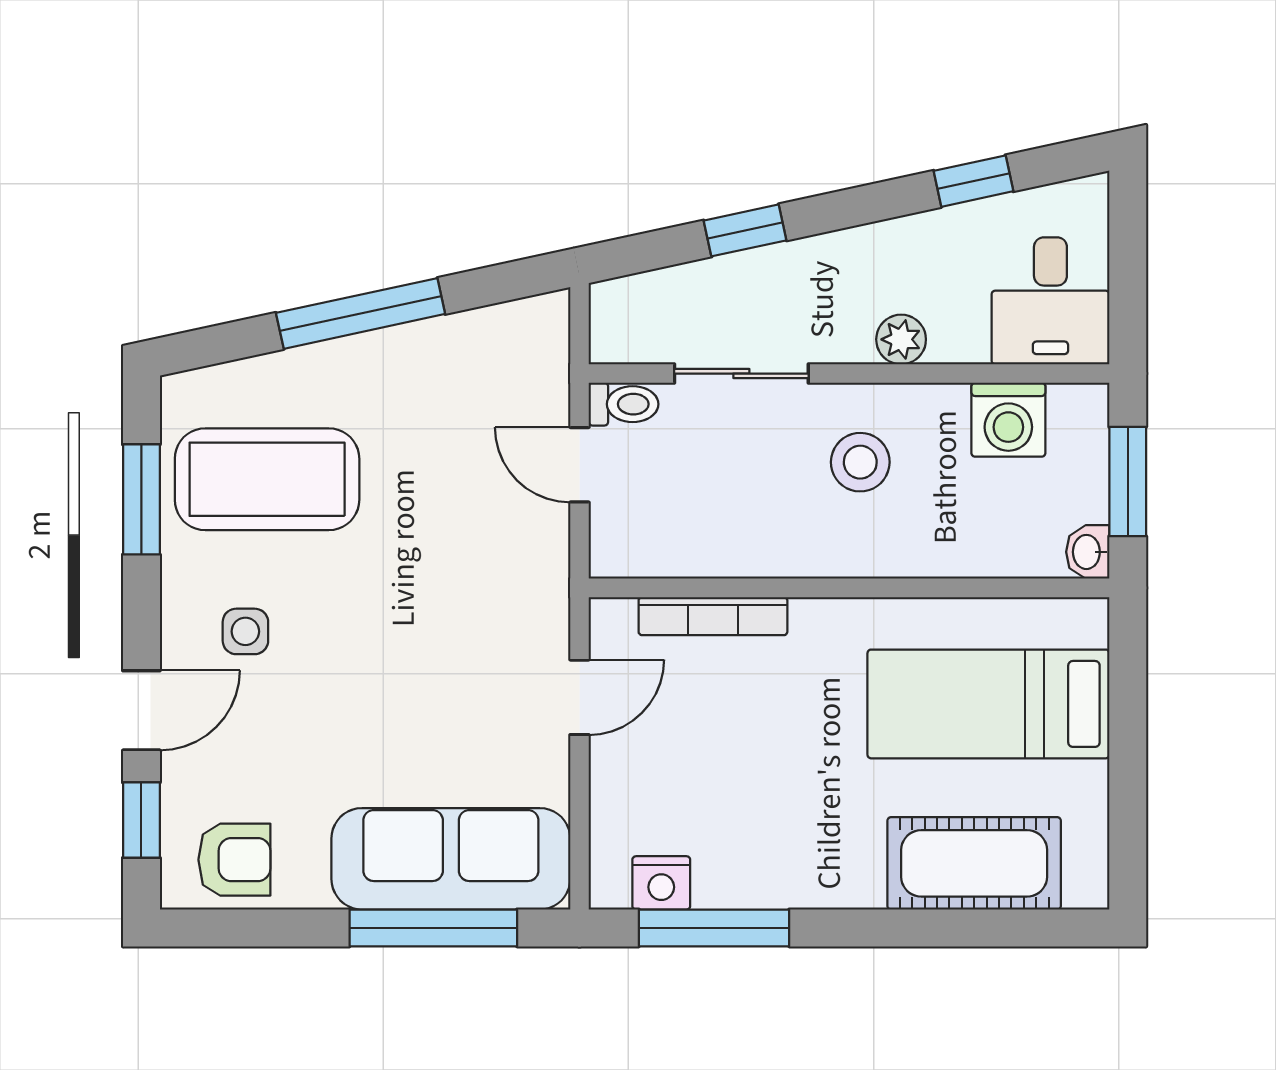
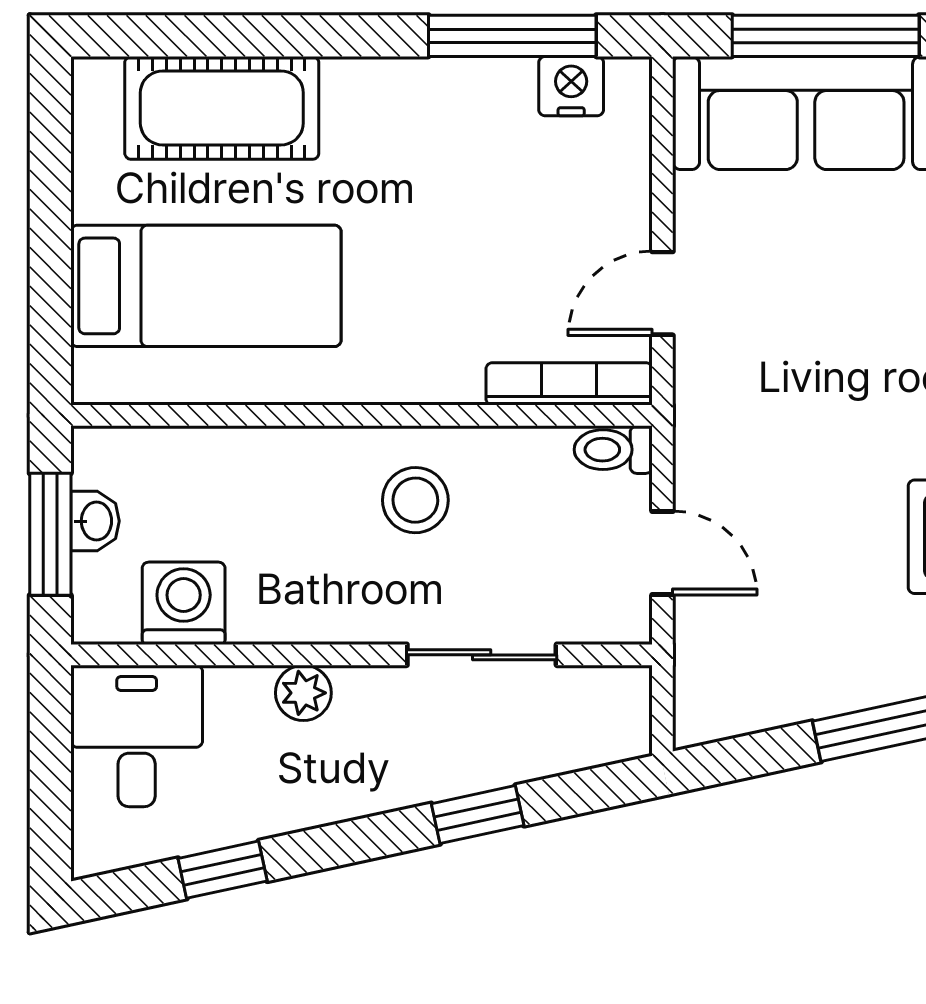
toilet: (624, 404) -> (613, 450), moved
stool: (860, 462) -> (415, 500), moved
washbasin: (1088, 552) -> (95, 521), moved
bookcase: (713, 616) -> (569, 384), moved

